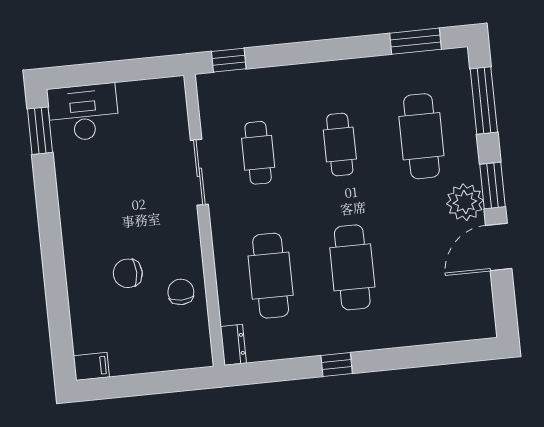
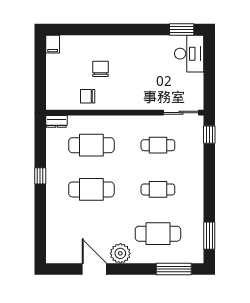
sliding door: (199, 172) -> (181, 113), moved
window: (492, 186) -> (128, 269), removed
chair: (181, 292) -> (88, 96), turned 180

